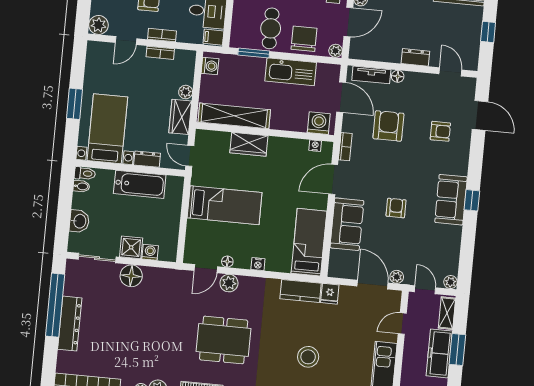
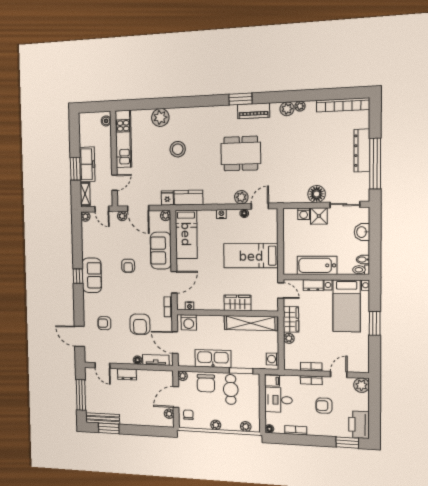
window: (488, 32) -> (81, 395), width x2.17
plant: (335, 271) -> (166, 216), added

